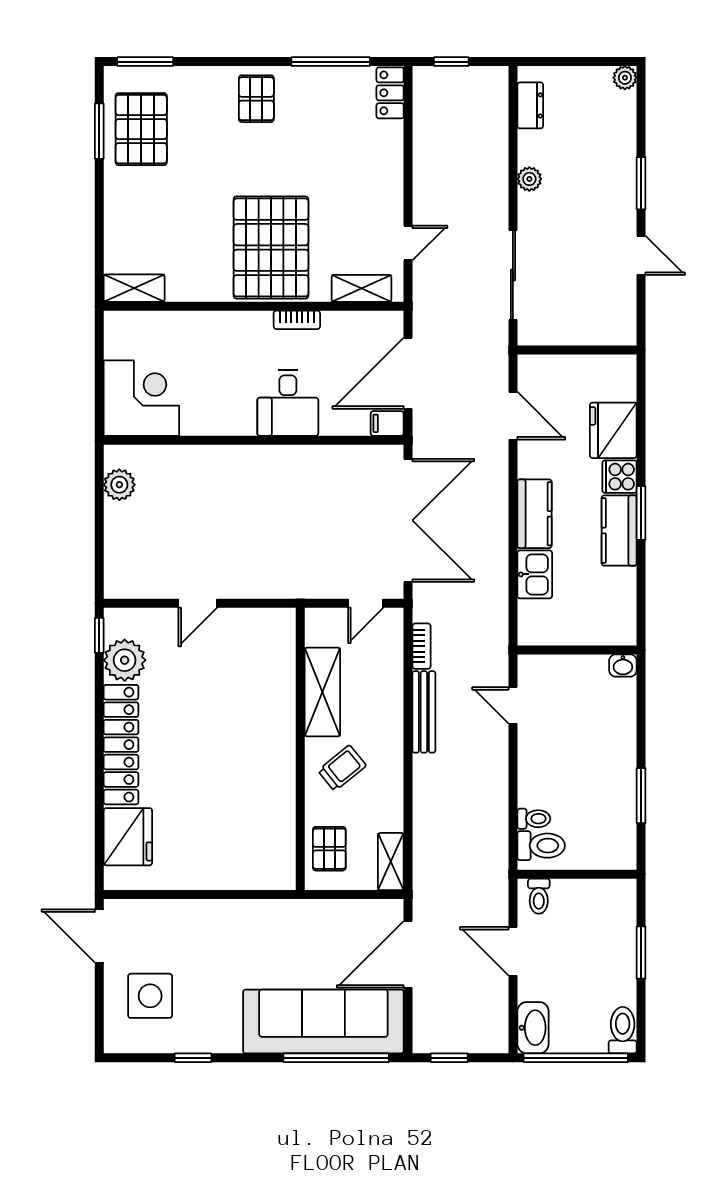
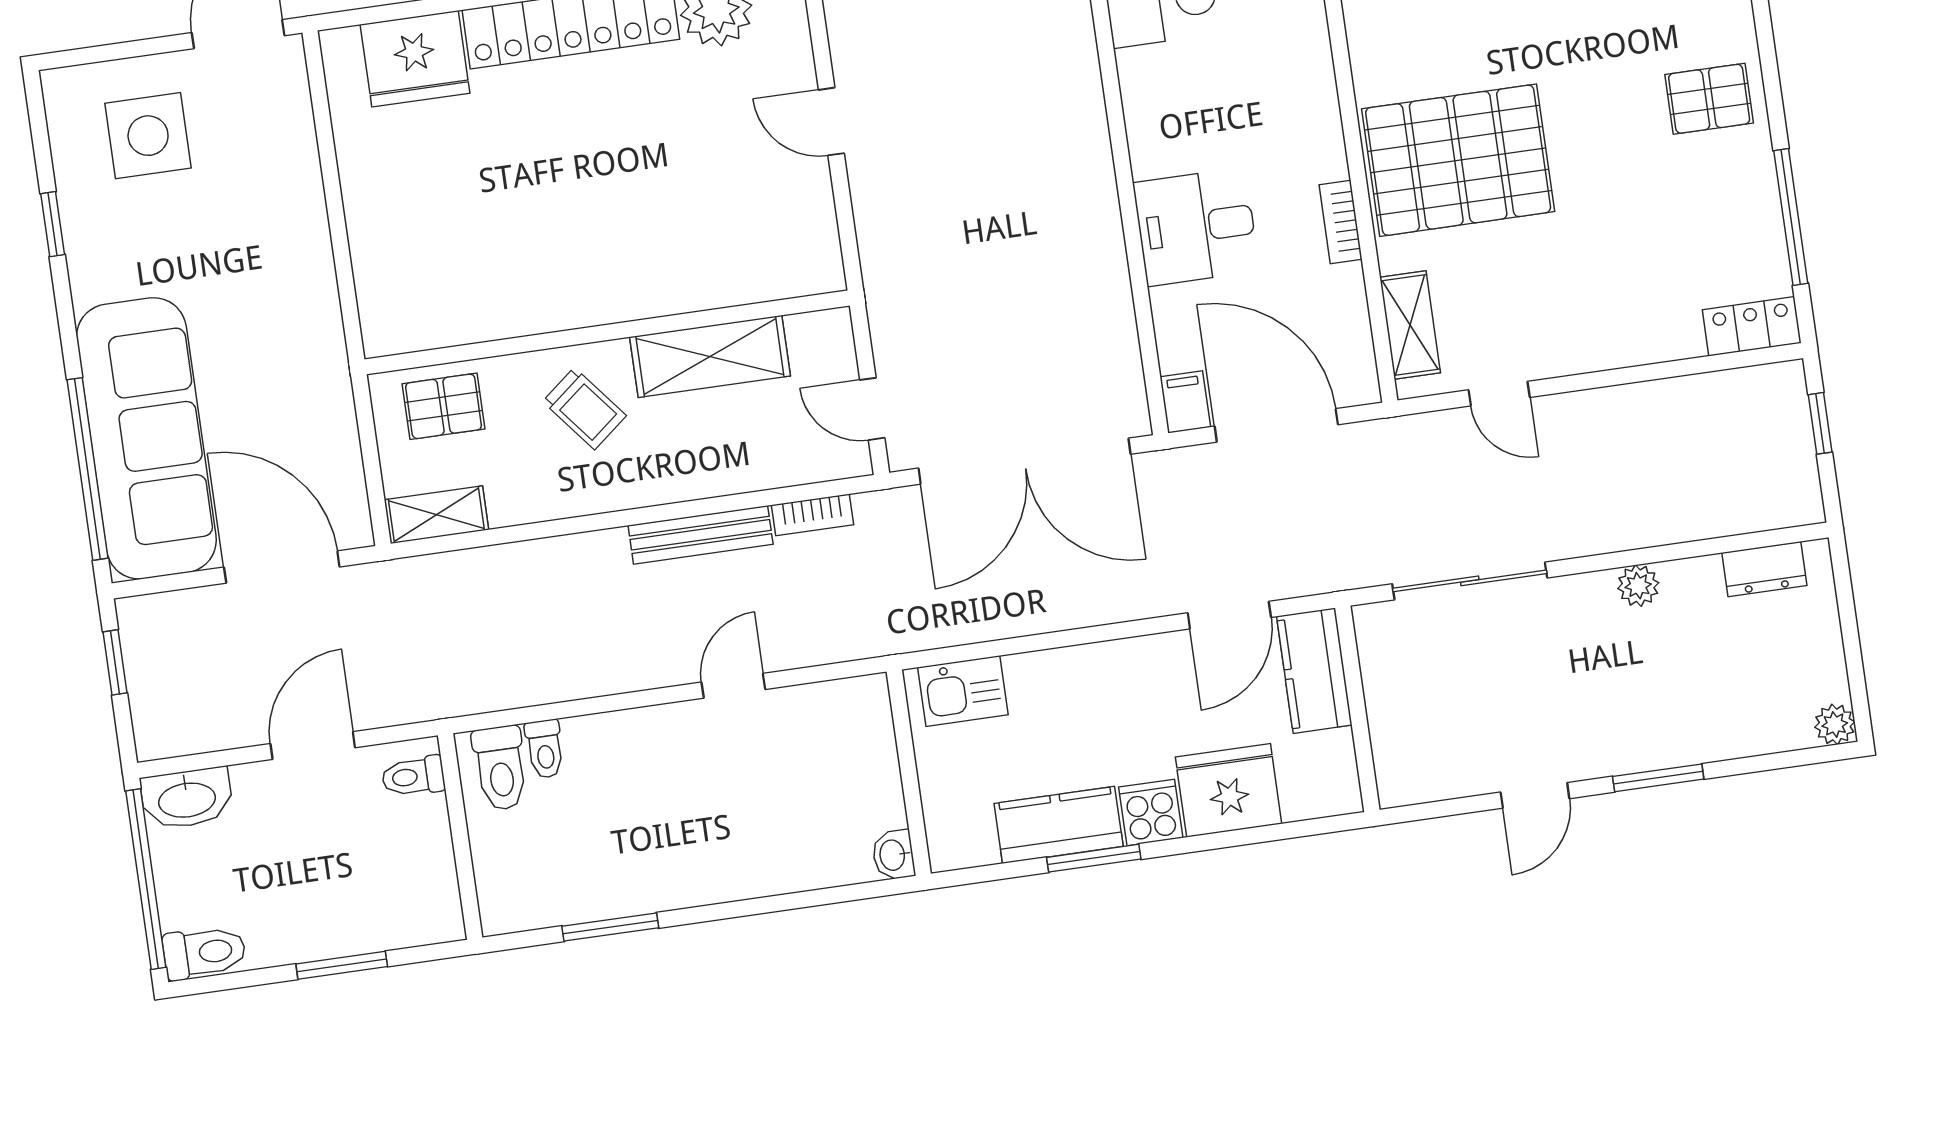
kitchen counter: (534, 514) -> (1314, 671), moved, turned 90
wall: (577, 650) -> (909, 773), moved
washbasin: (623, 665) -> (893, 855), moved

